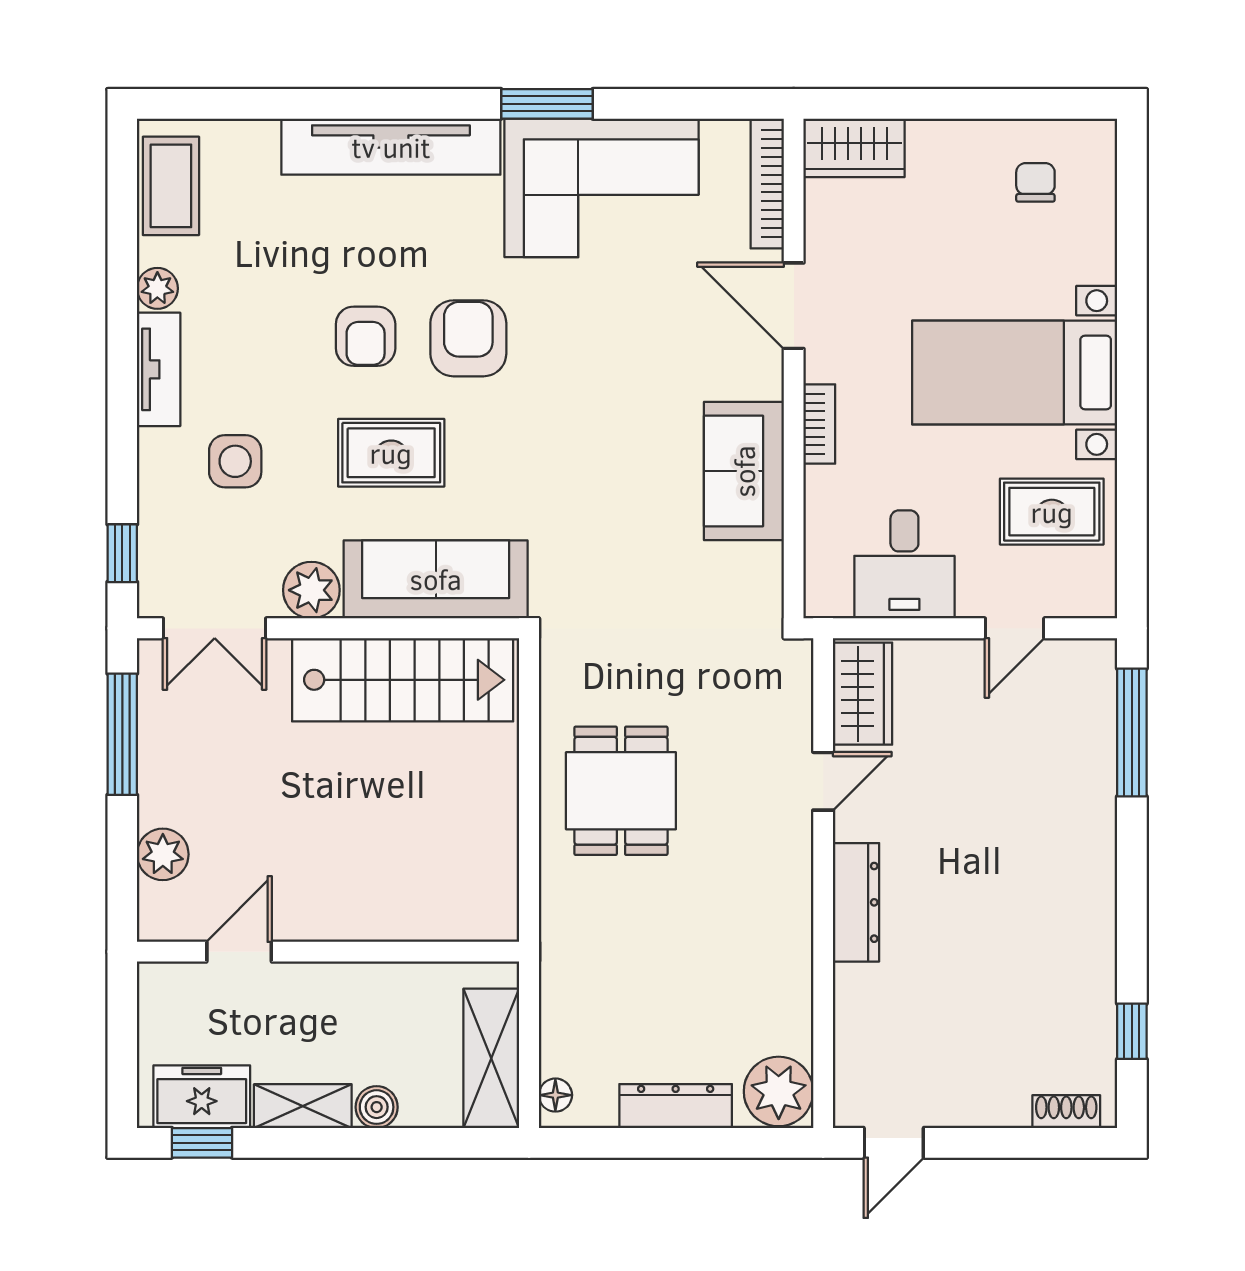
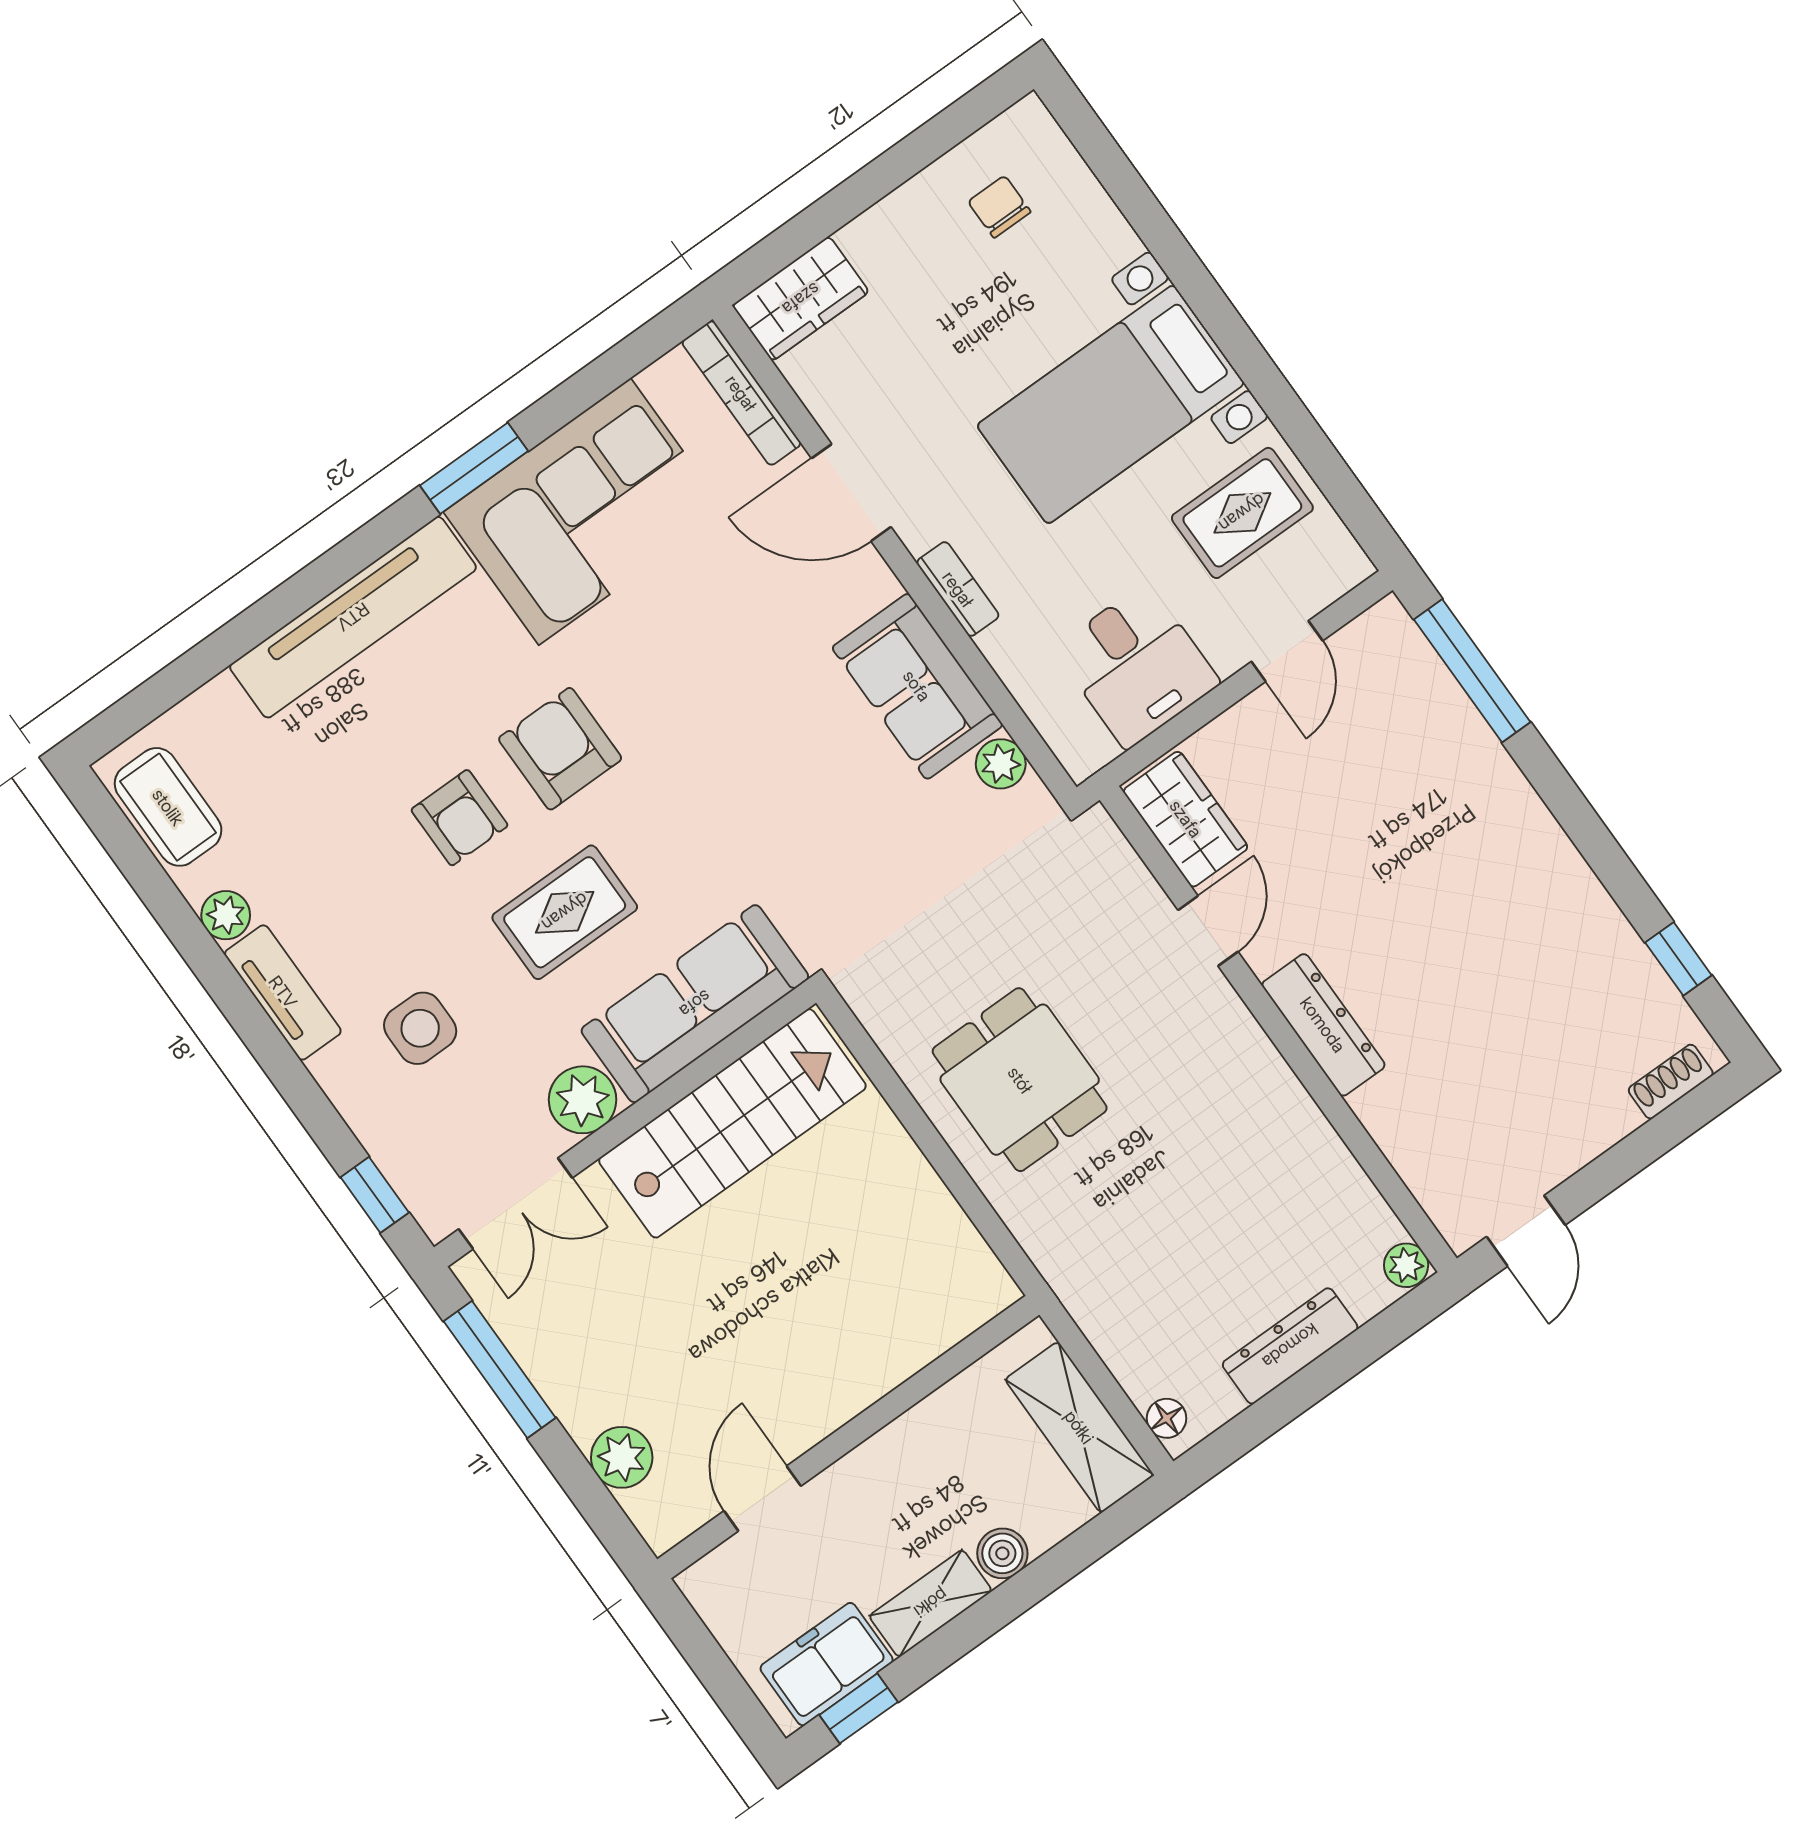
plant: (763, 565) -> (1001, 764), added
plant: (779, 1091) -> (1406, 1265), width x0.53, depth x0.53

